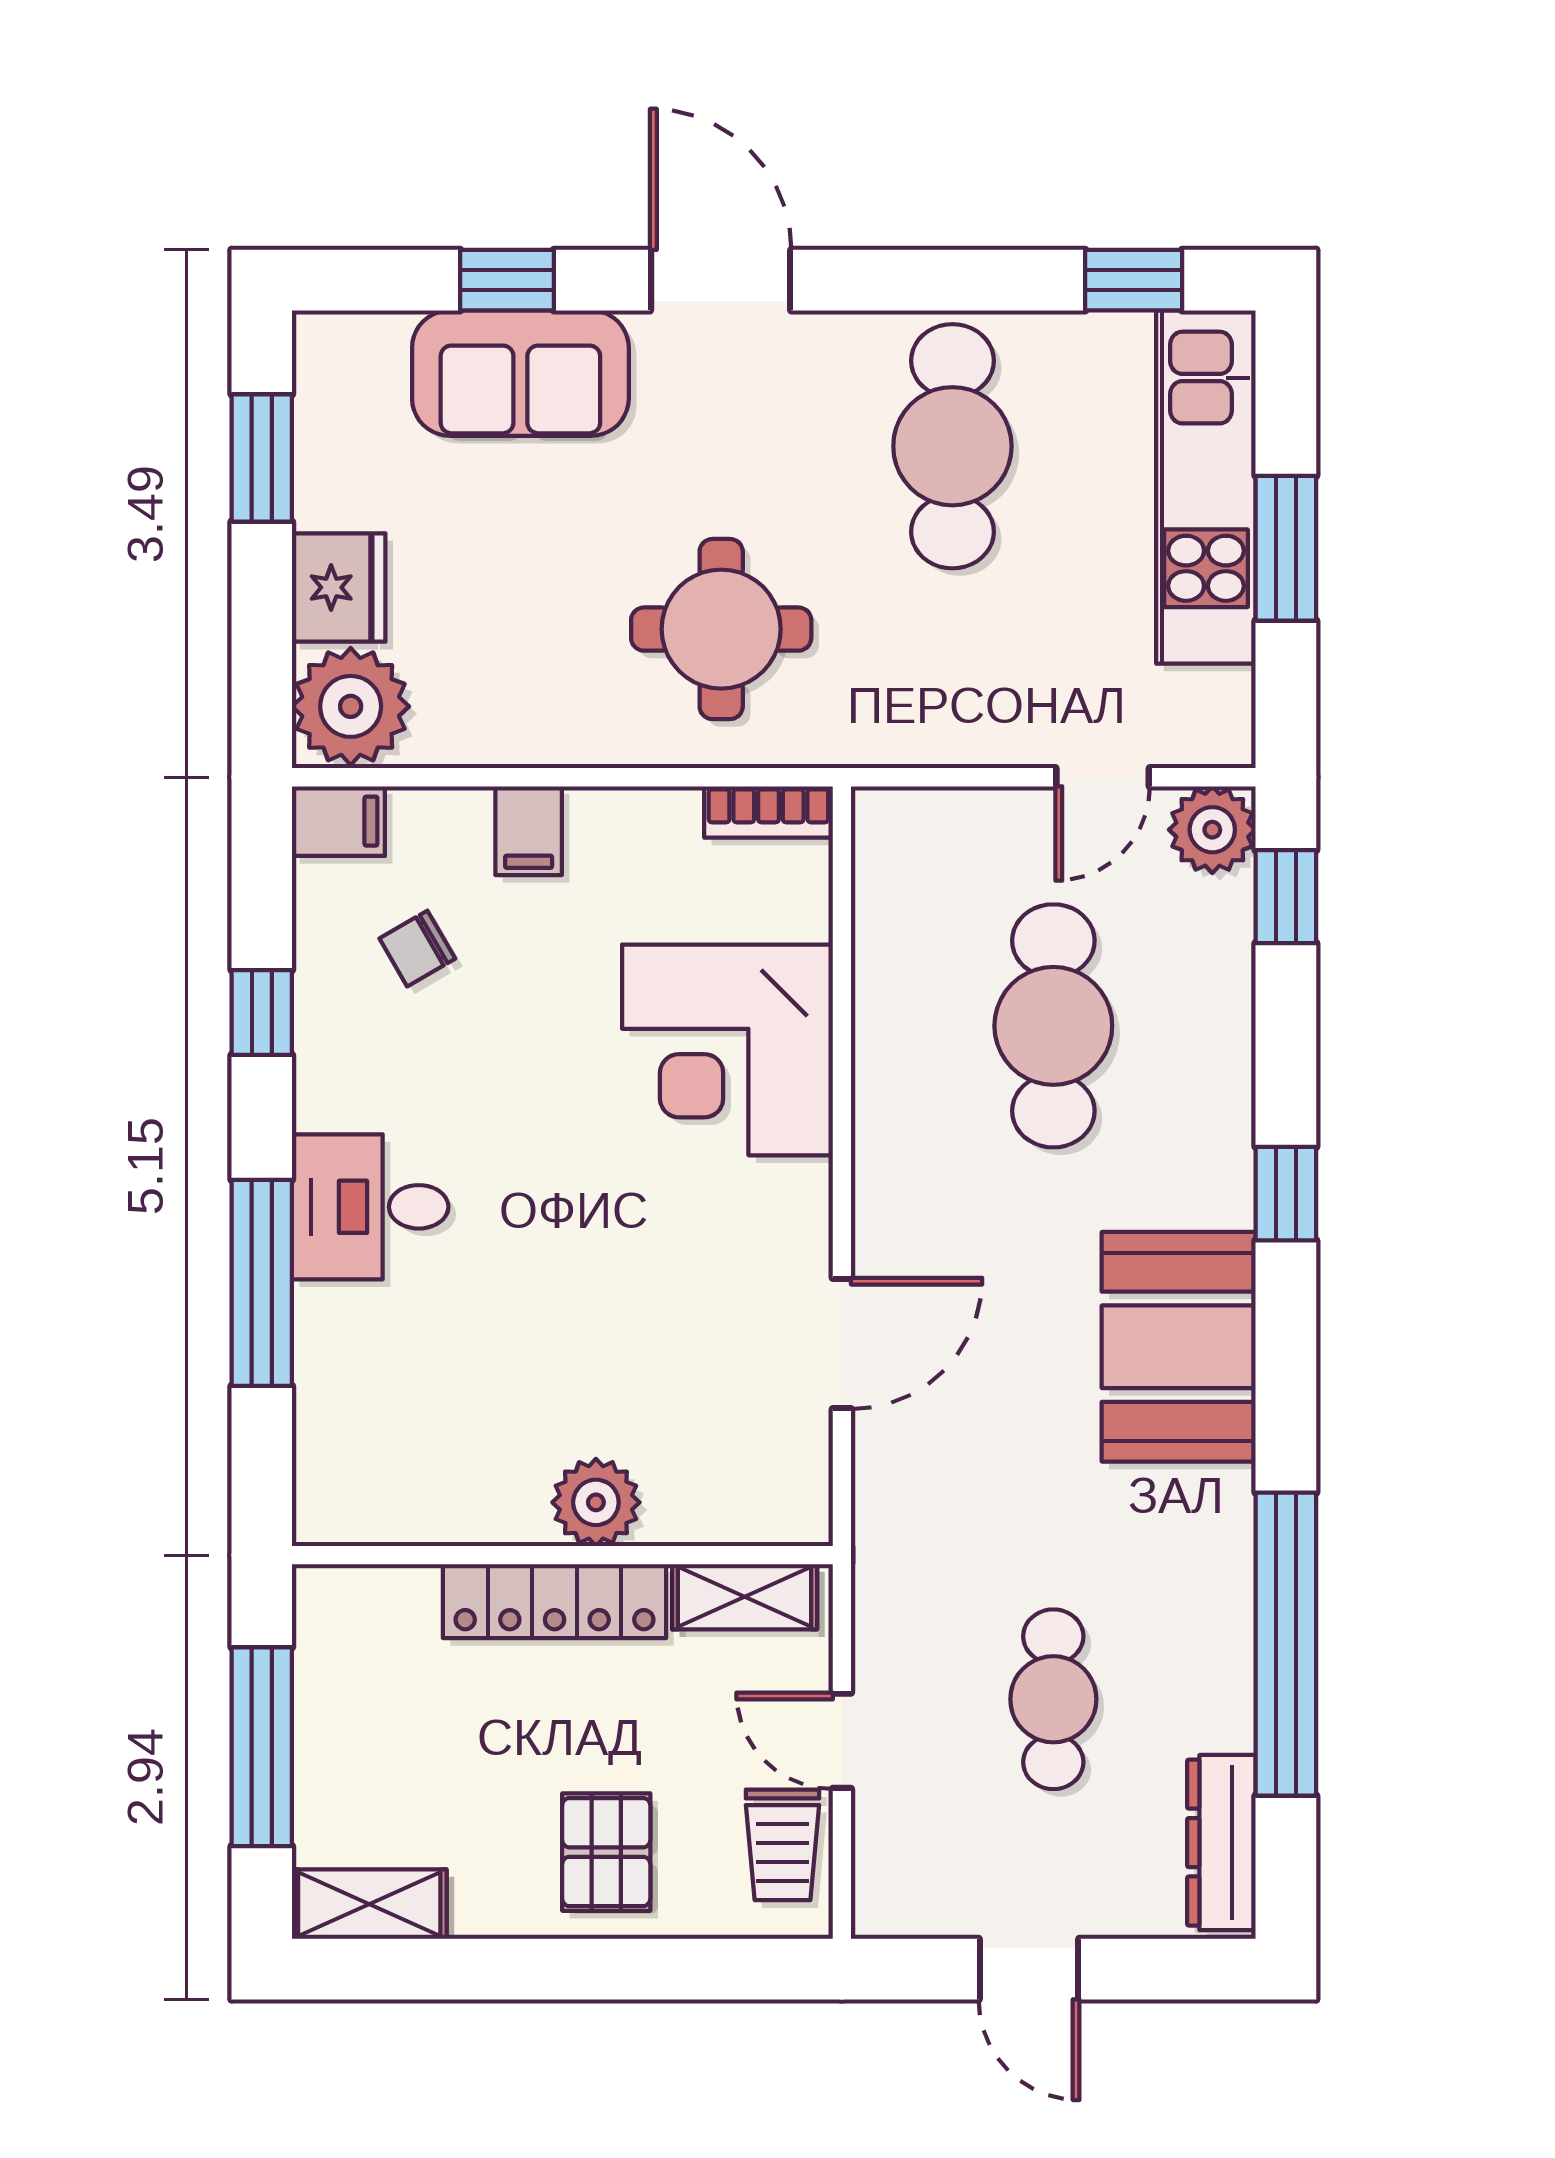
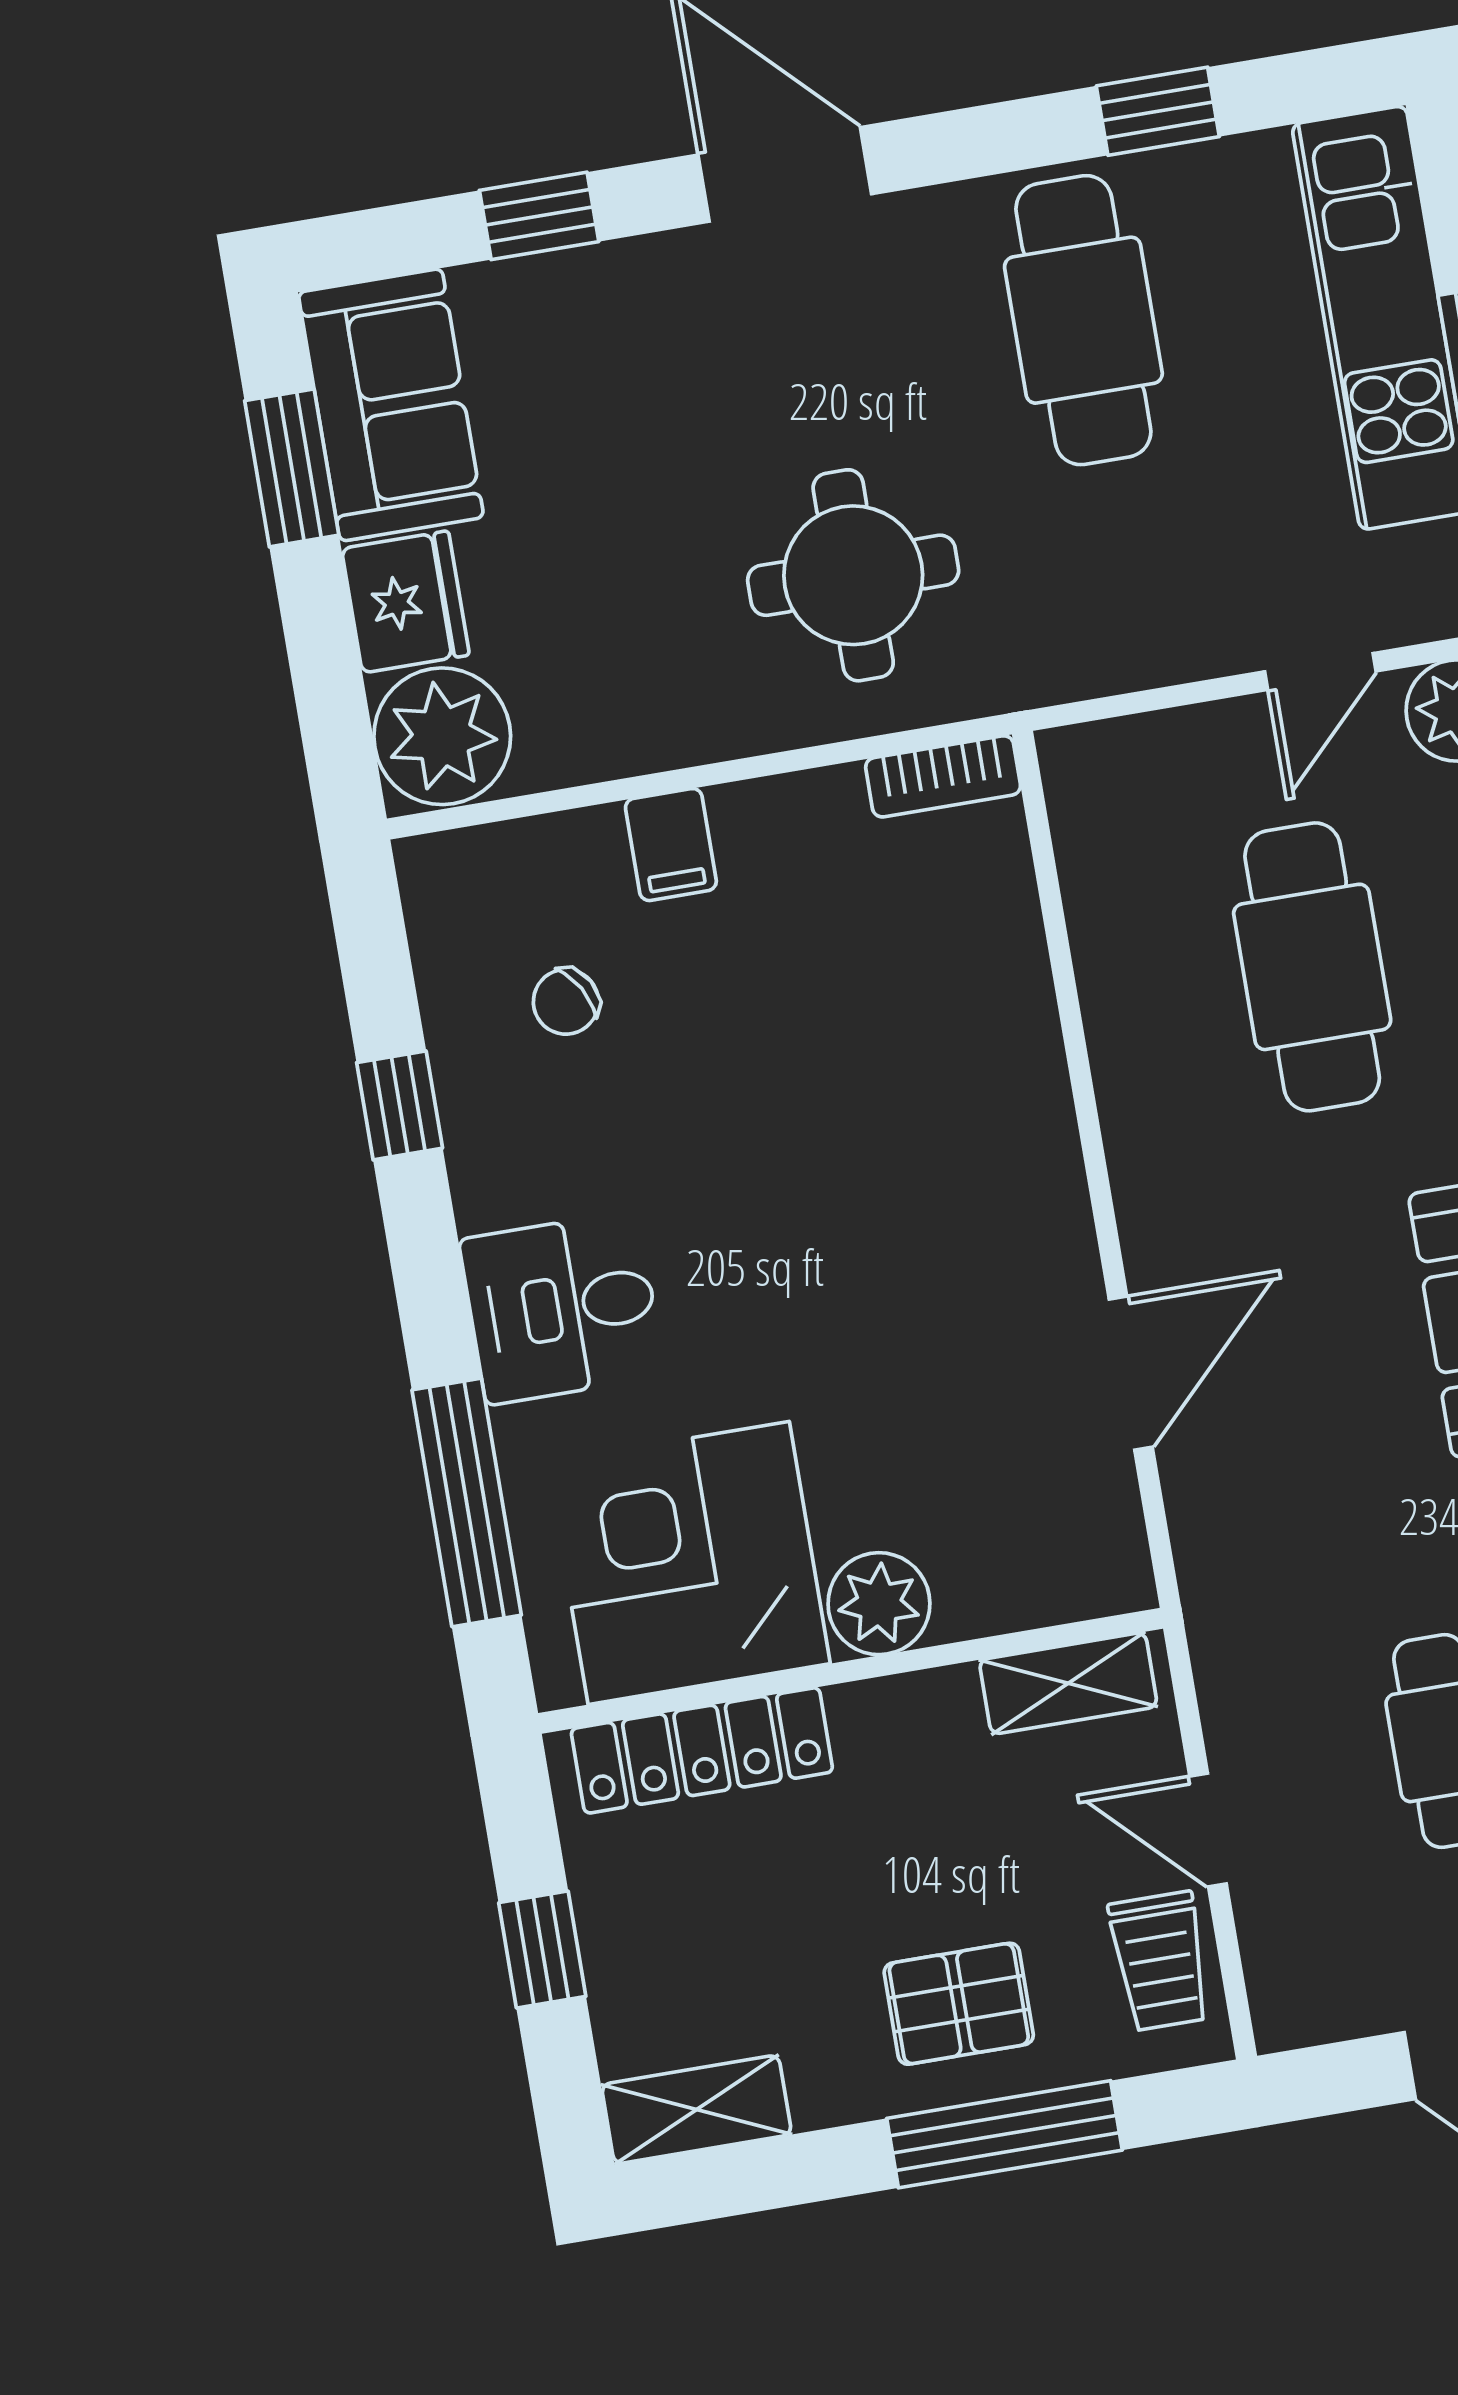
window: (1134, 280) -> (1158, 111), moved
sofa: (520, 373) -> (391, 405), moved, turned -90
filing cabinet: (338, 821) -> (450, 871), removed
corner desk: (727, 1050) -> (689, 1563), moved, turned 90
window: (262, 1283) -> (467, 1502), moved
locker: (555, 1601) -> (702, 1750), moved
window: (262, 1747) -> (542, 1950), width x0.46
pallet: (606, 1852) -> (959, 2004), turned 90
window: (626, 1969) -> (1004, 2134), added

